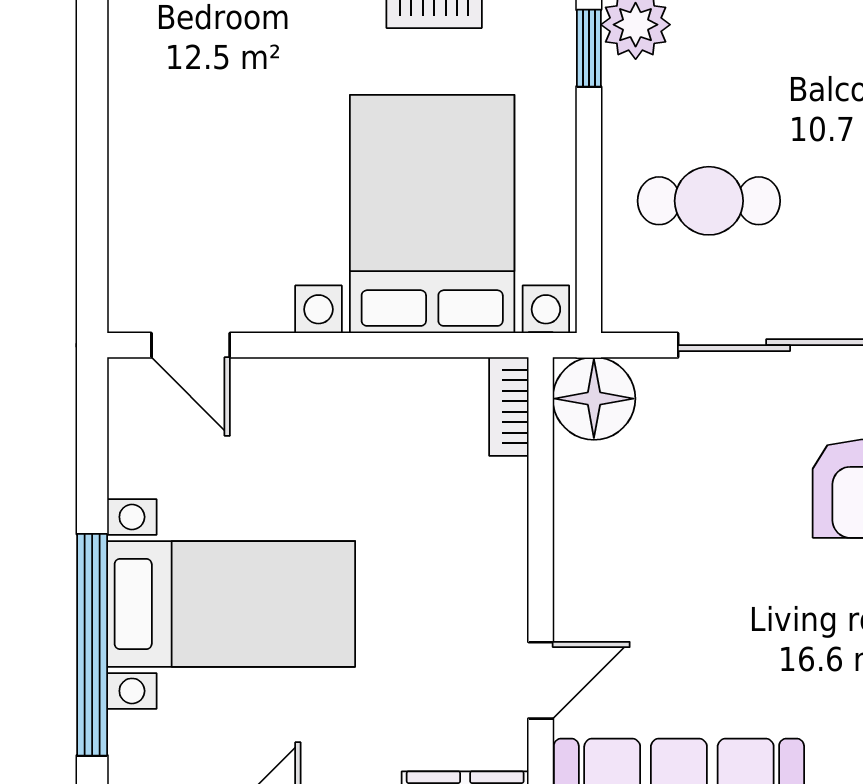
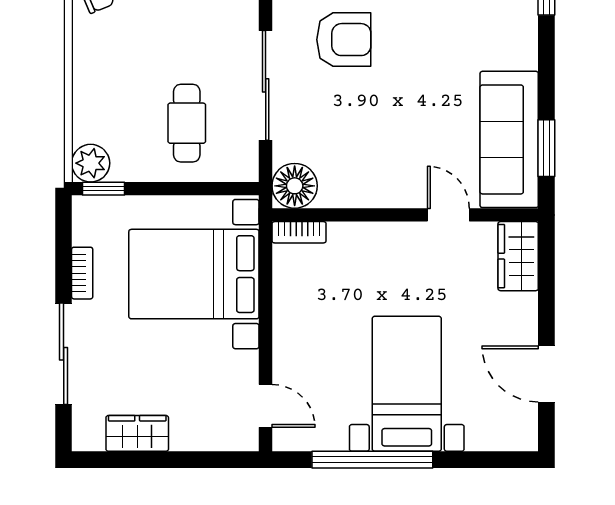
wardrobe: (140, 110) -> (137, 433), added
door: (191, 345) -> (266, 406), hinge flipped
window: (92, 645) -> (372, 460), moved

